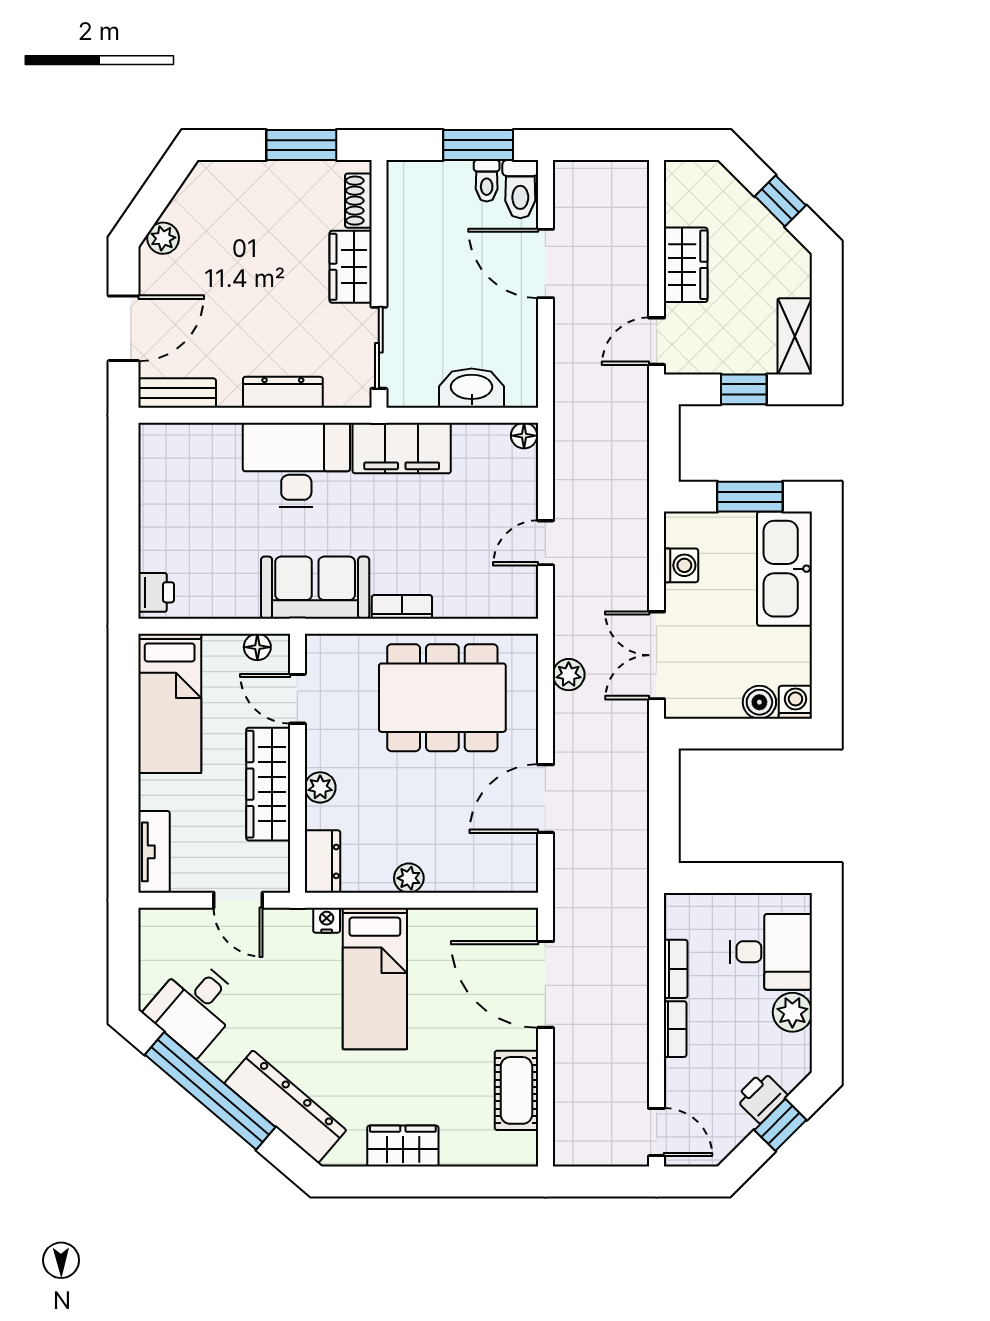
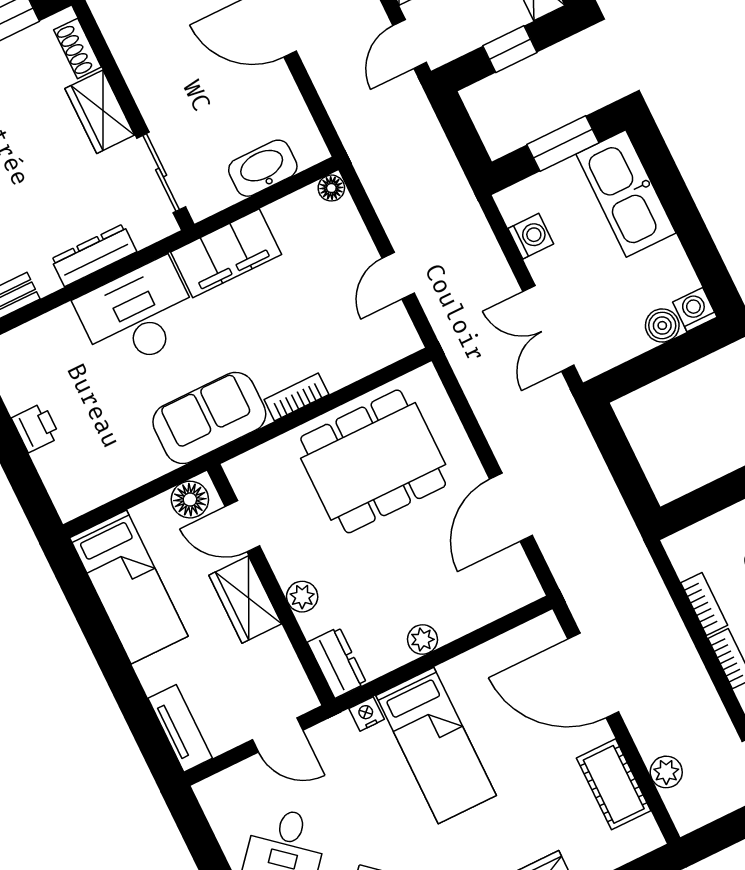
printer: (156, 592) -> (36, 428), moved
floor lamp: (257, 647) -> (190, 500), width x1.37, depth x1.37
plant: (569, 675) -> (666, 772), moved
wardrobe: (268, 784) -> (245, 600), width x0.67

